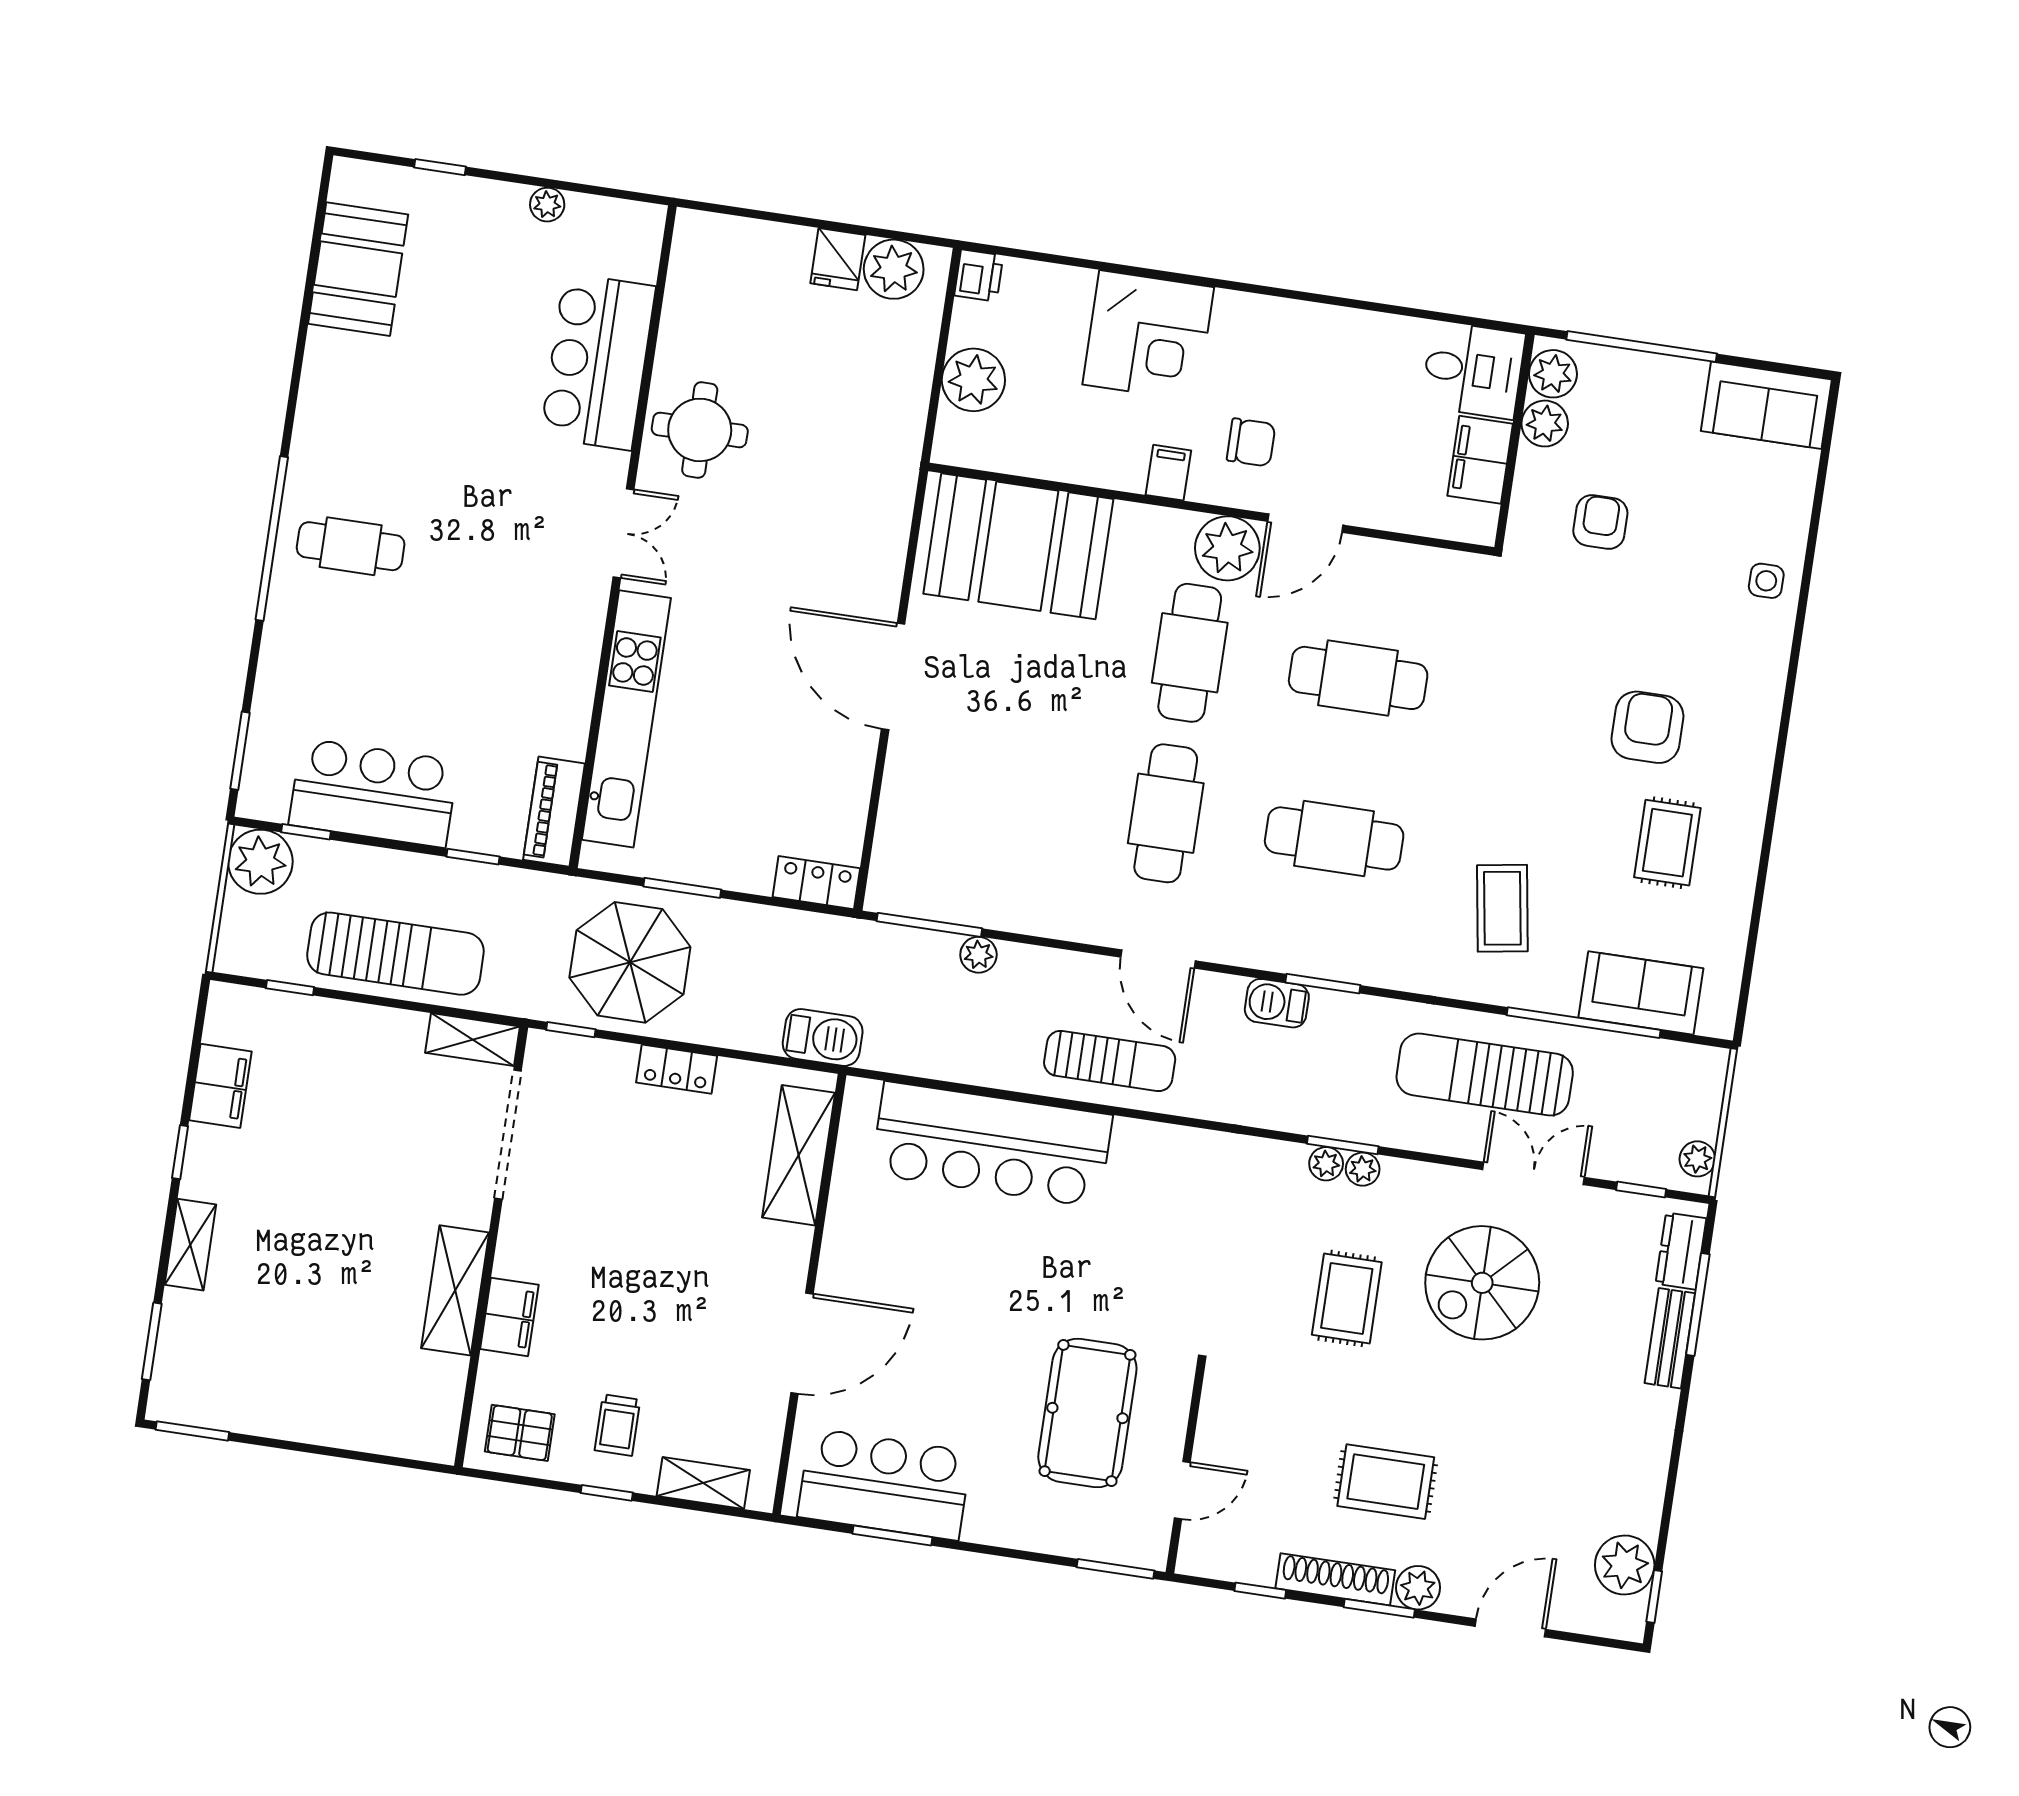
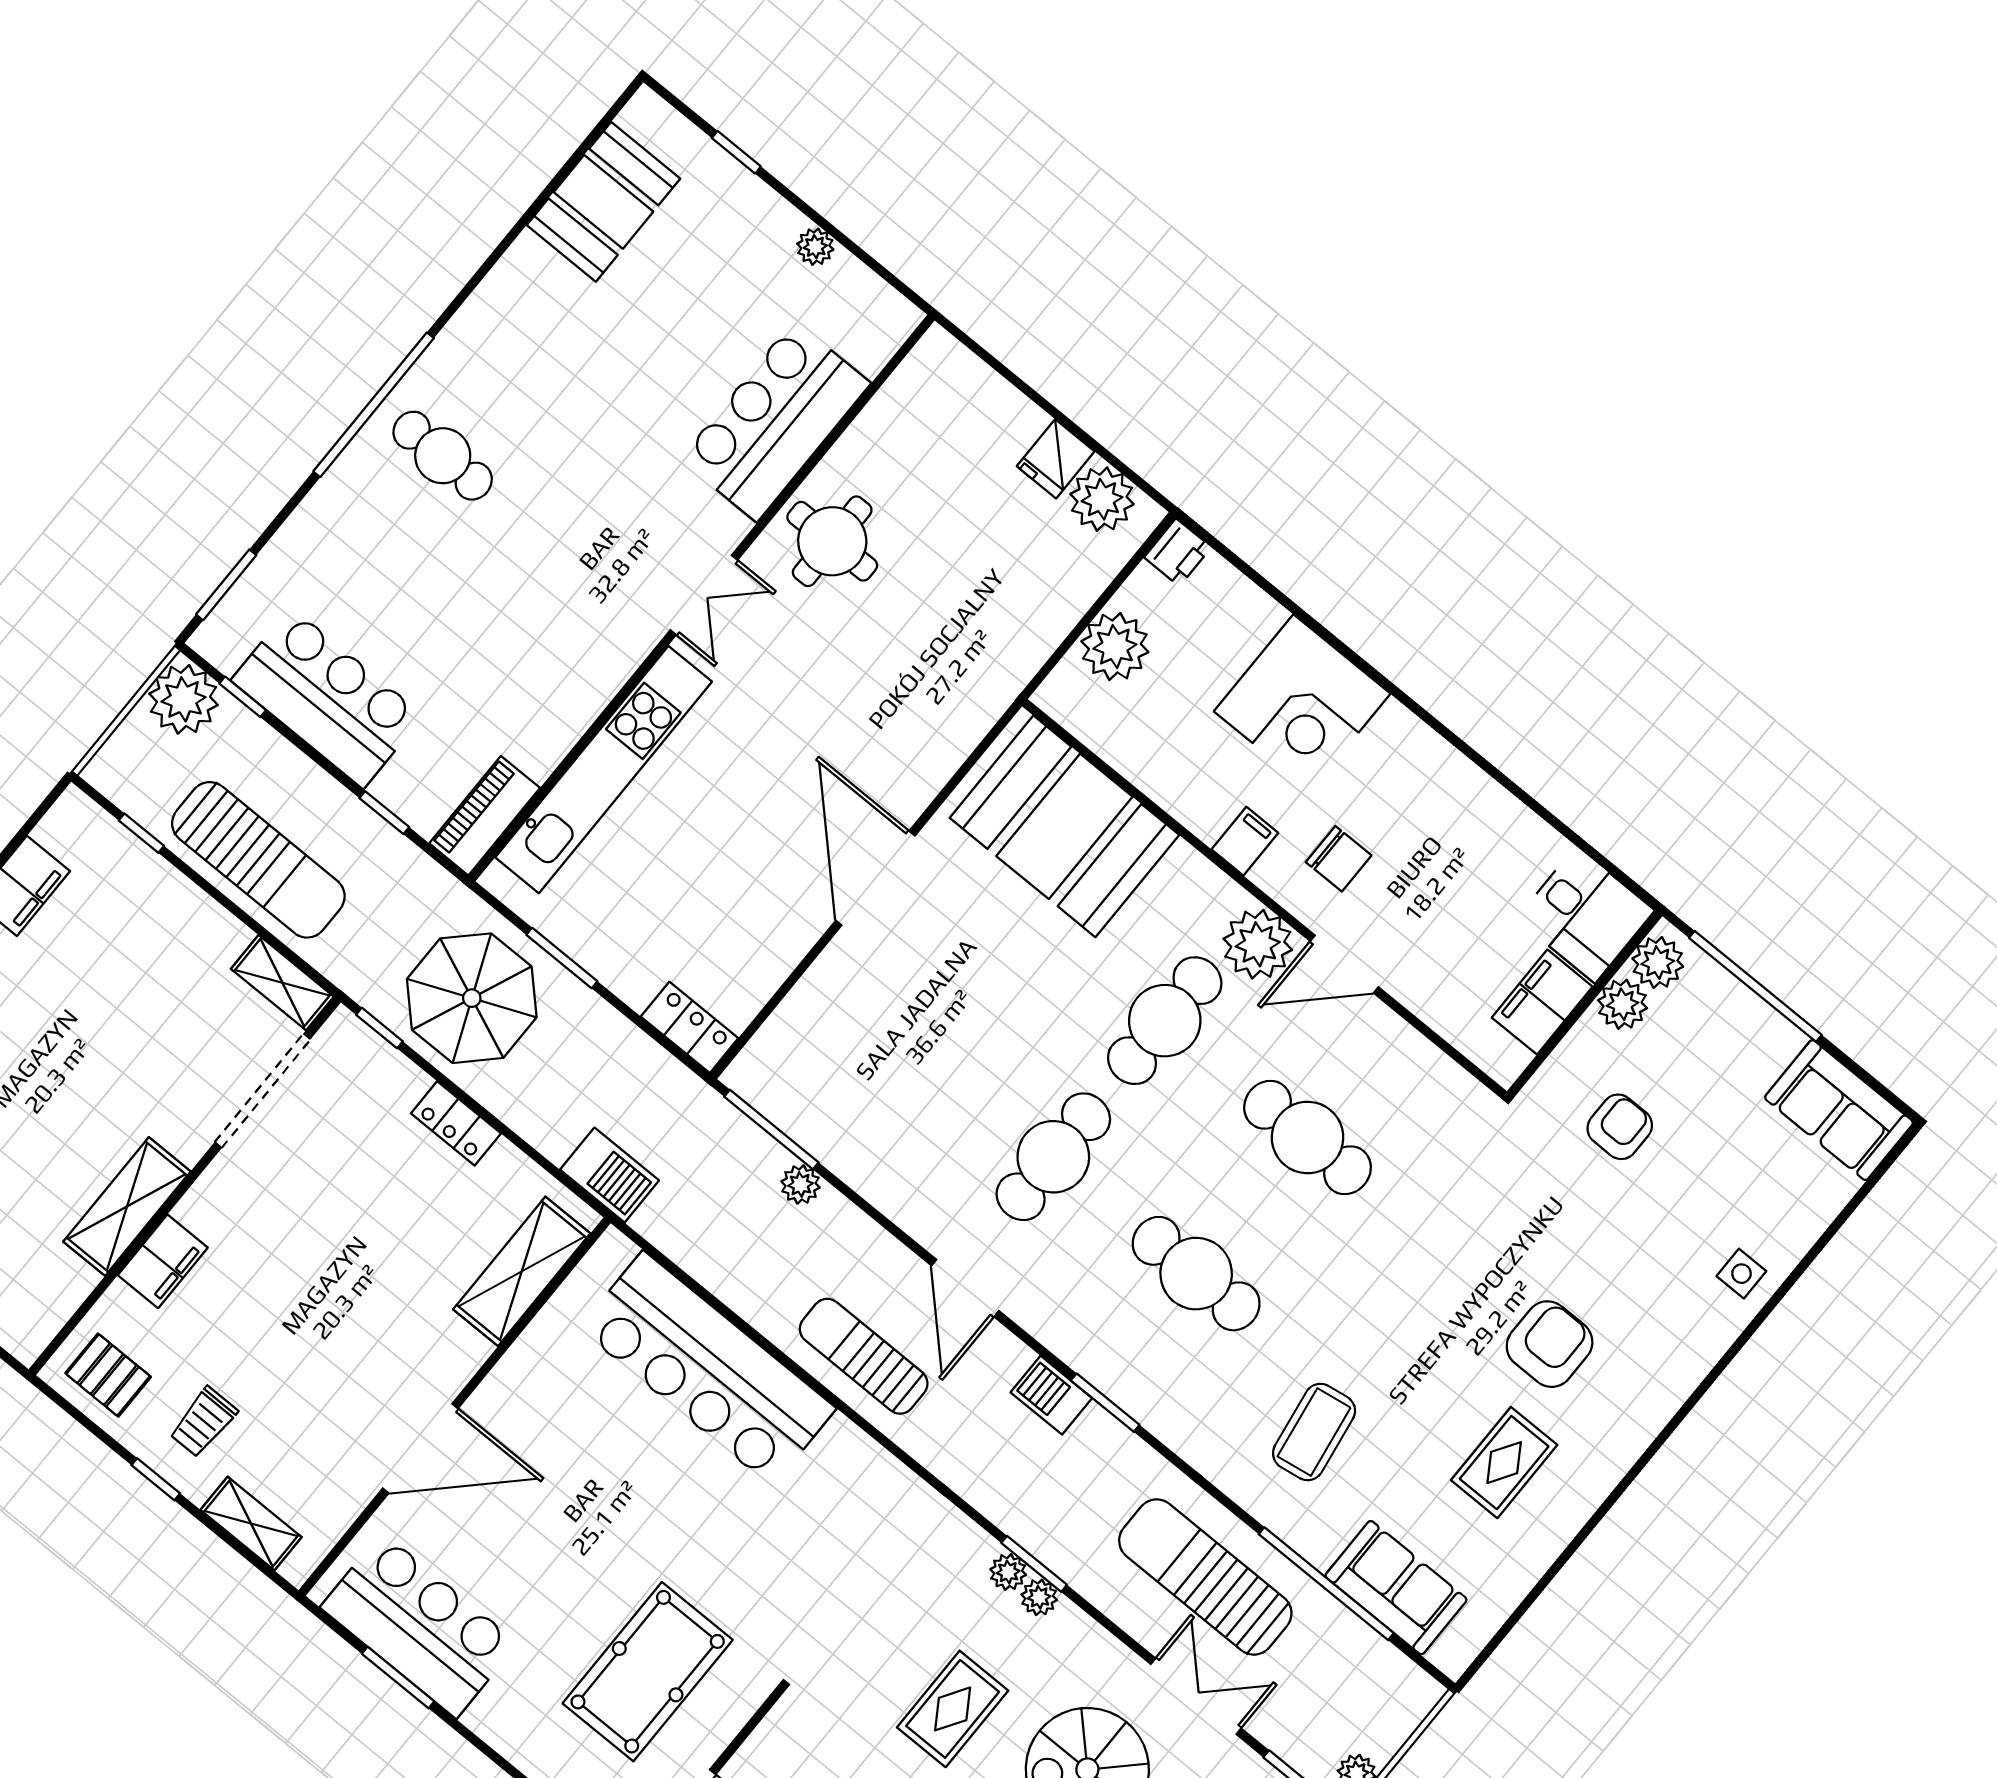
sun lounger: (1110, 1061) -> (864, 1356), turned 180

